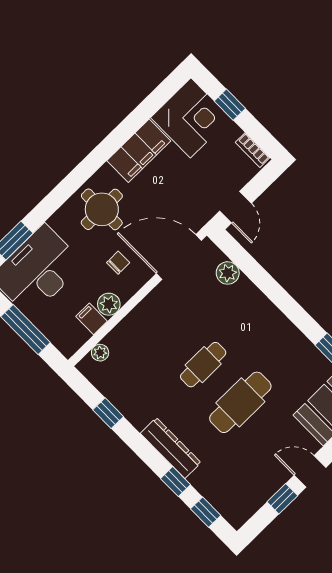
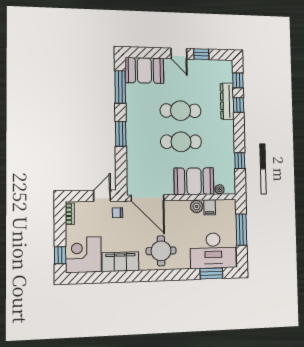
window: (230, 105) -> (60, 255), moved
chair: (118, 263) -> (117, 213), moved
plant: (228, 273) -> (133, 170), removed
window: (285, 302) -> (121, 134), added
booth: (141, 332) -> (194, 181), added
cafe table: (203, 365) -> (181, 142), width x1.37, depth x1.35
dresser: (171, 448) -> (227, 101), moved

